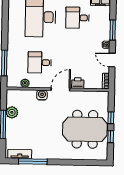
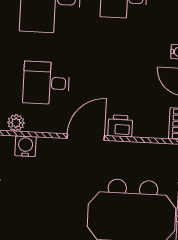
water cooler: (42, 95) -> (25, 146), moved

